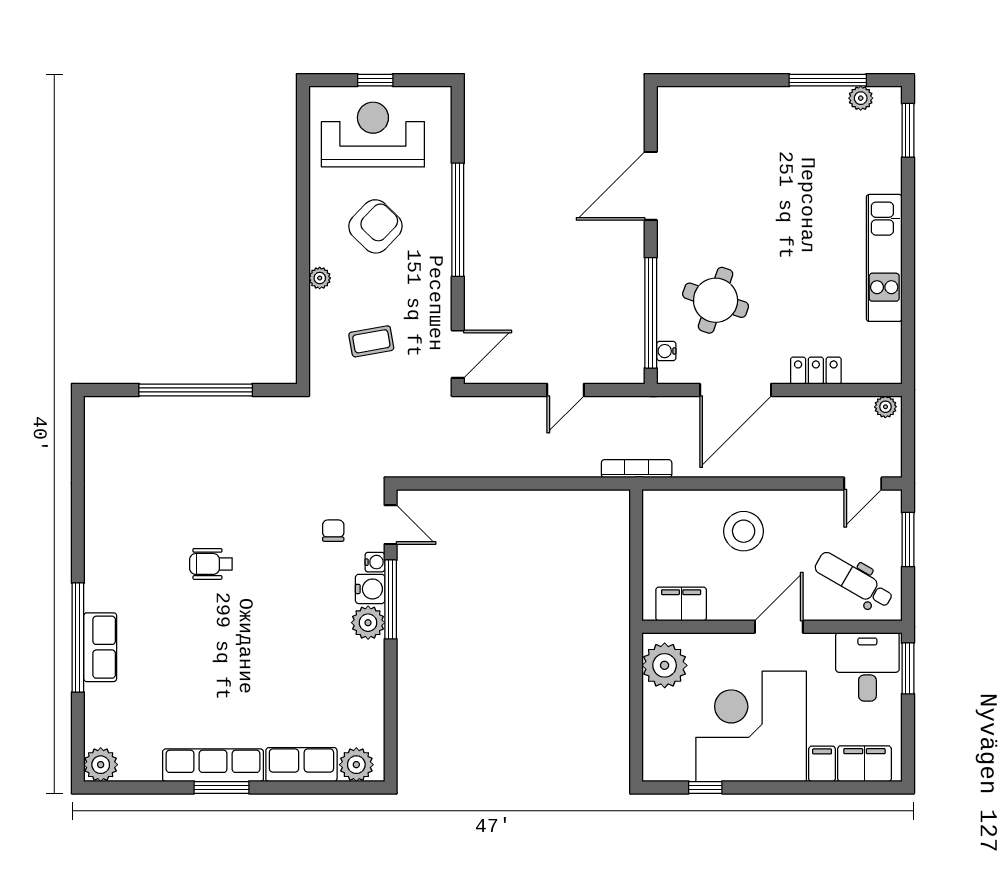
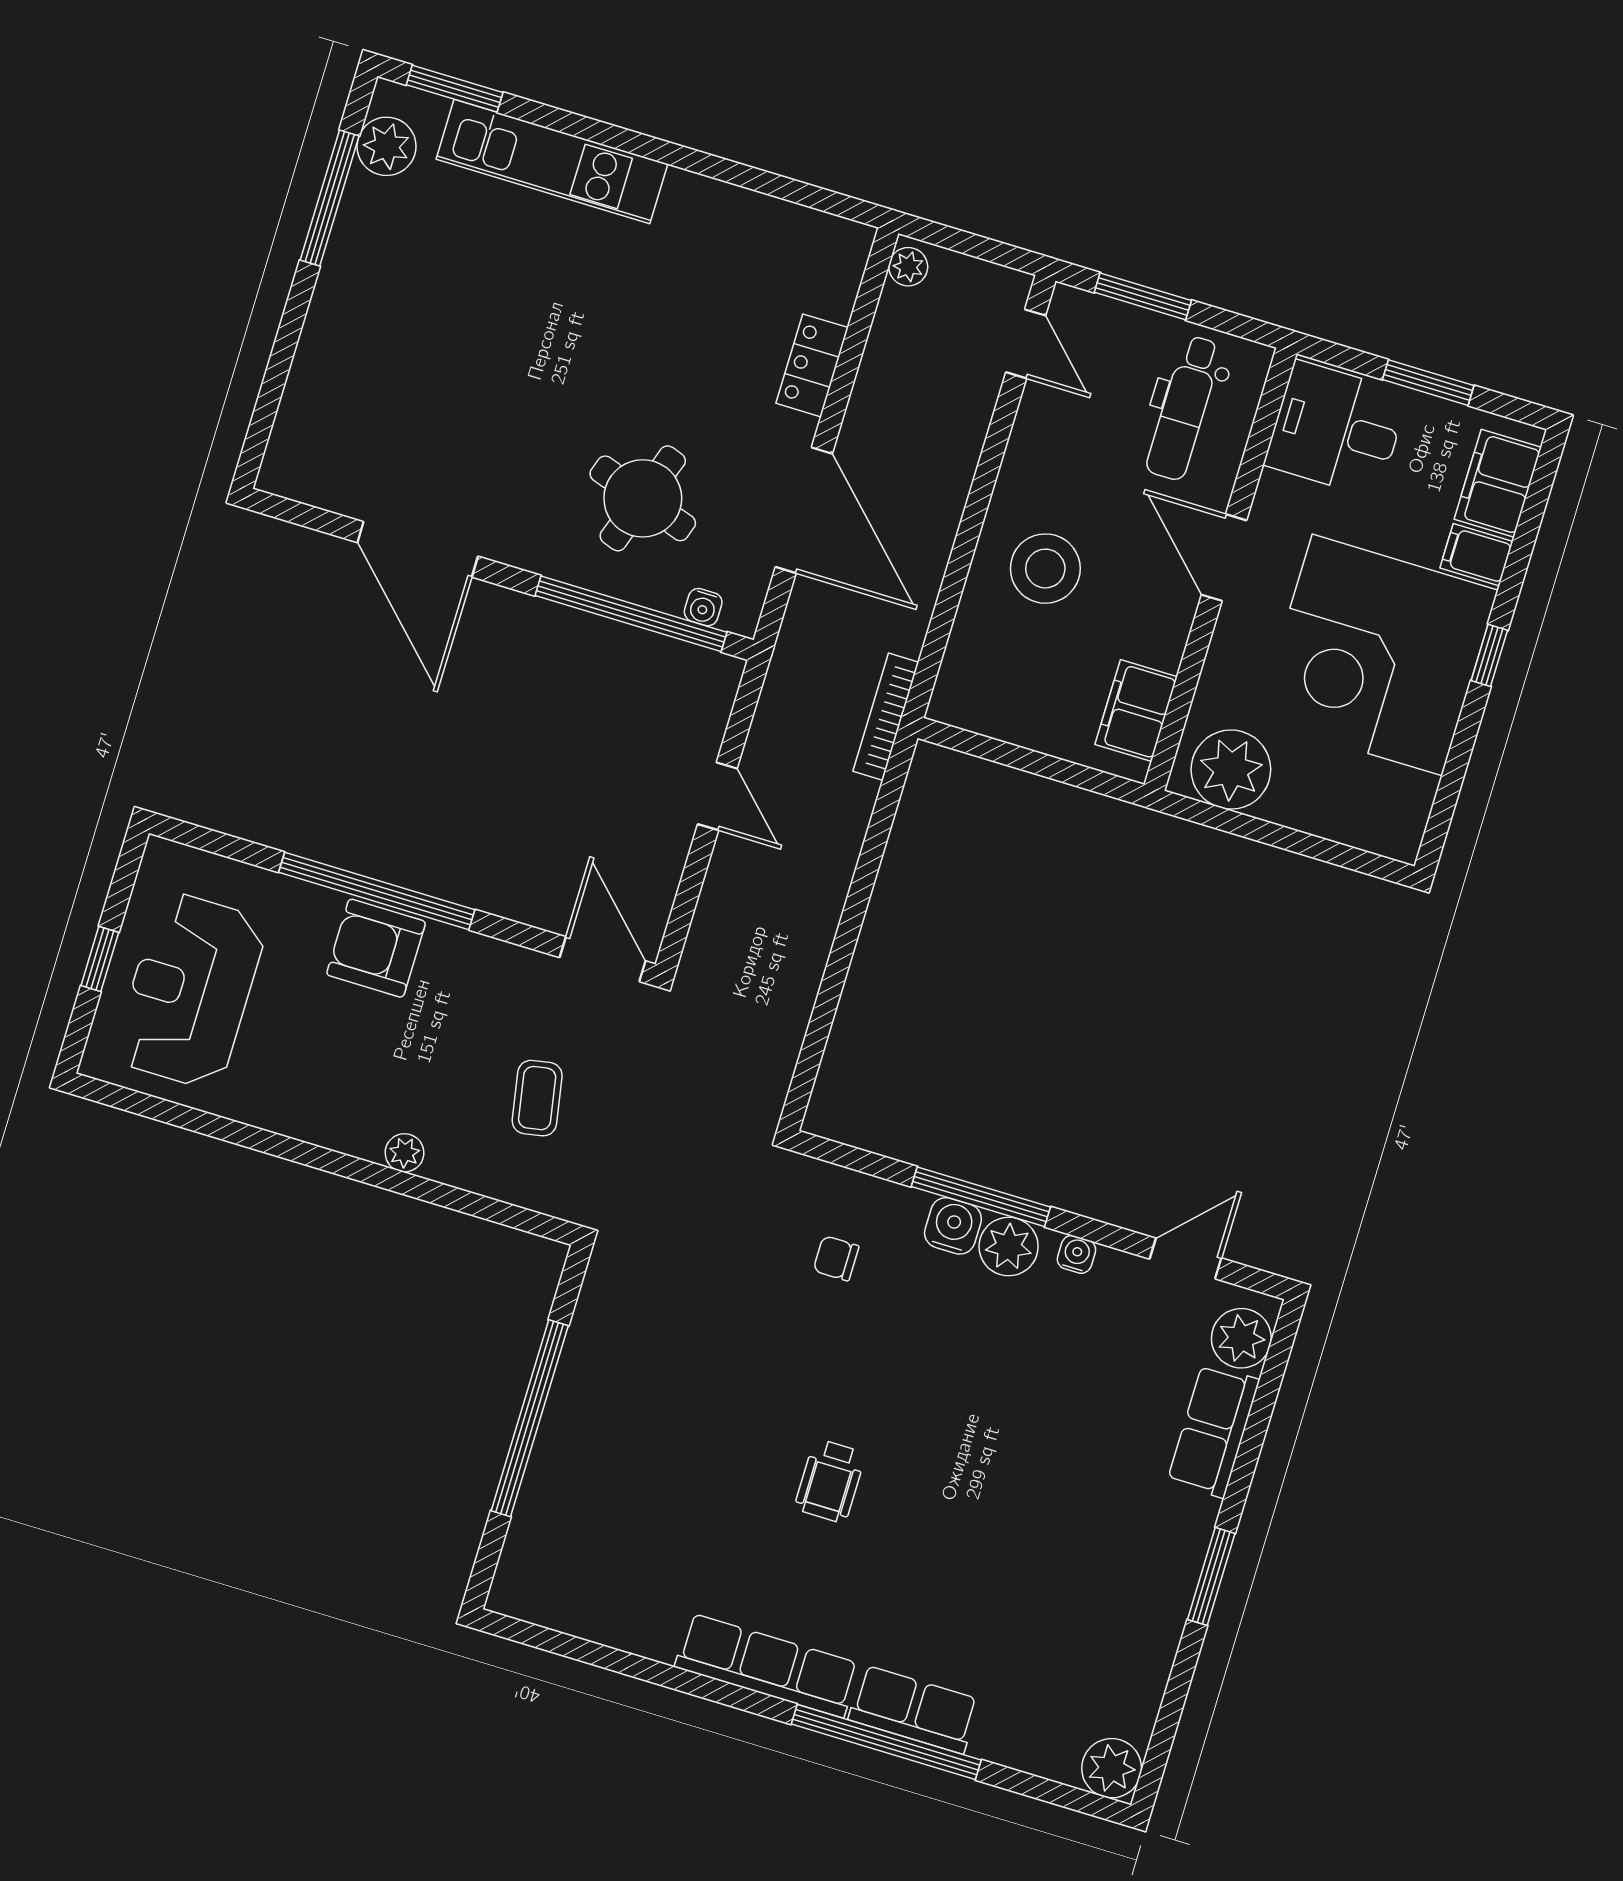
plant: (861, 98) -> (387, 146), width x1.38, depth x1.38
armchair: (375, 226) -> (376, 948), moved, turned -44
kitchen unit: (884, 258) -> (552, 162), moved
door: (391, 525) -> (1186, 1259), moved
water cooler: (375, 562) -> (1076, 1254), moved
dental chair: (854, 580) -> (1184, 408), turned -30
window: (908, 668) -> (1428, 383), moved
row of seats: (213, 765) -> (767, 1665), moved, turned 90
window: (705, 787) -> (1489, 655), moved

